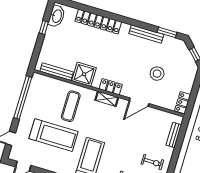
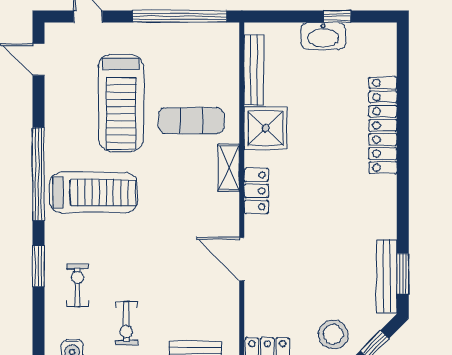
washbasin: (57, 16) -> (323, 36), moved
bench: (146, 34) -> (387, 276), moved
stool: (157, 74) -> (333, 334), moved
shelving: (107, 99) -> (229, 168), moved

